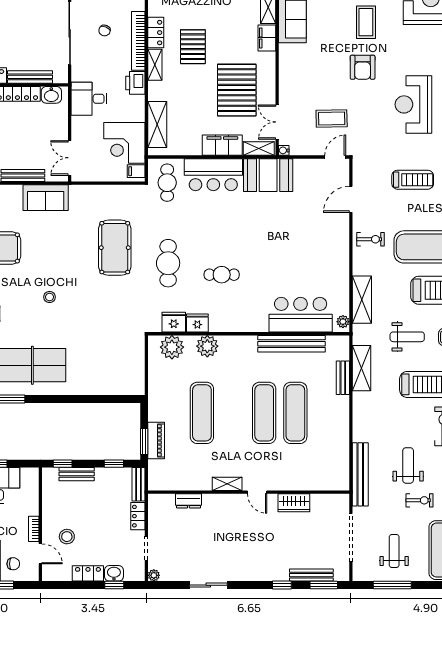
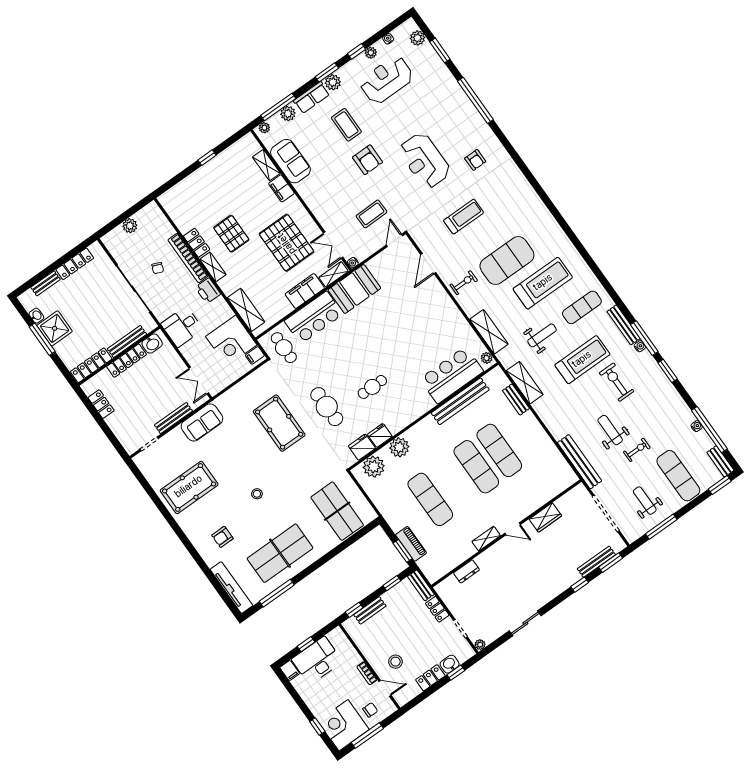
table tennis table: (111, 364) -> (337, 511), added

